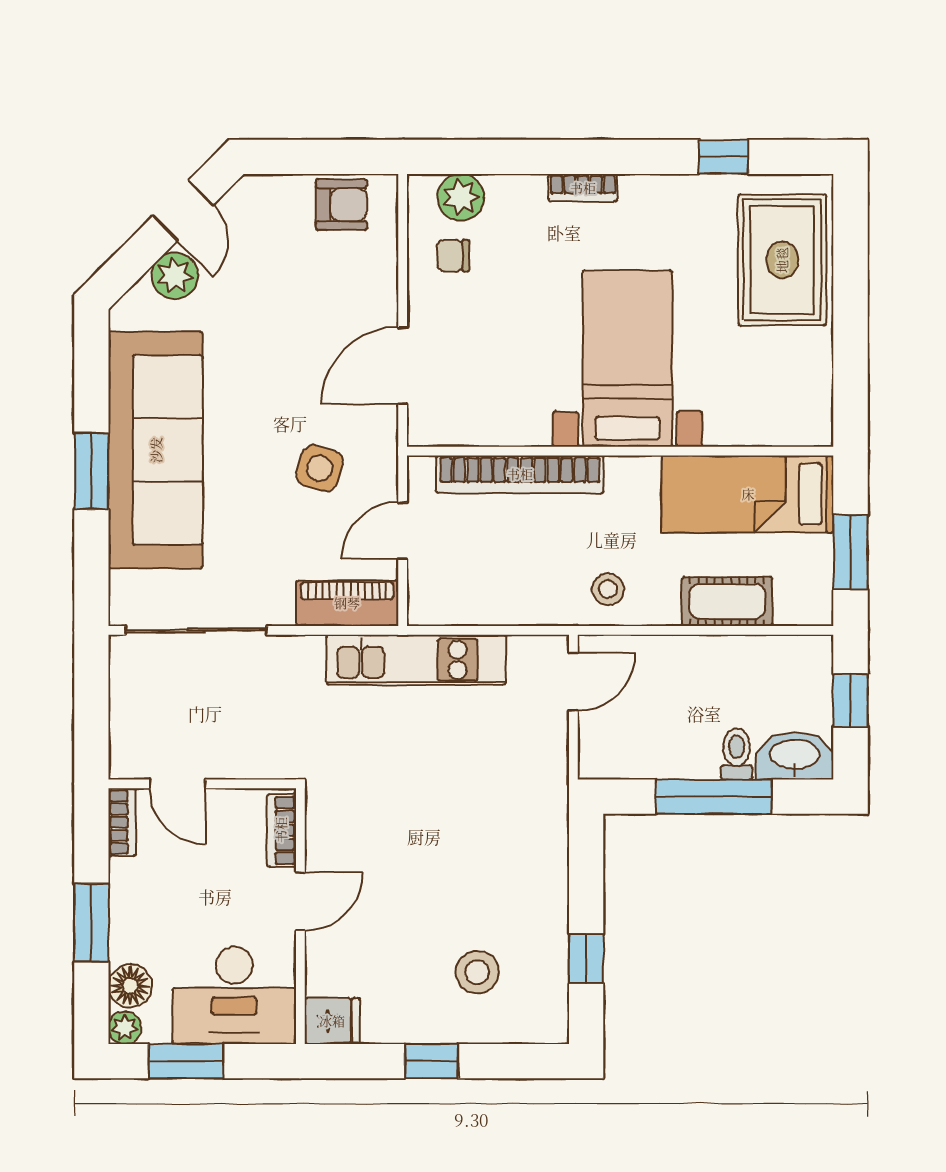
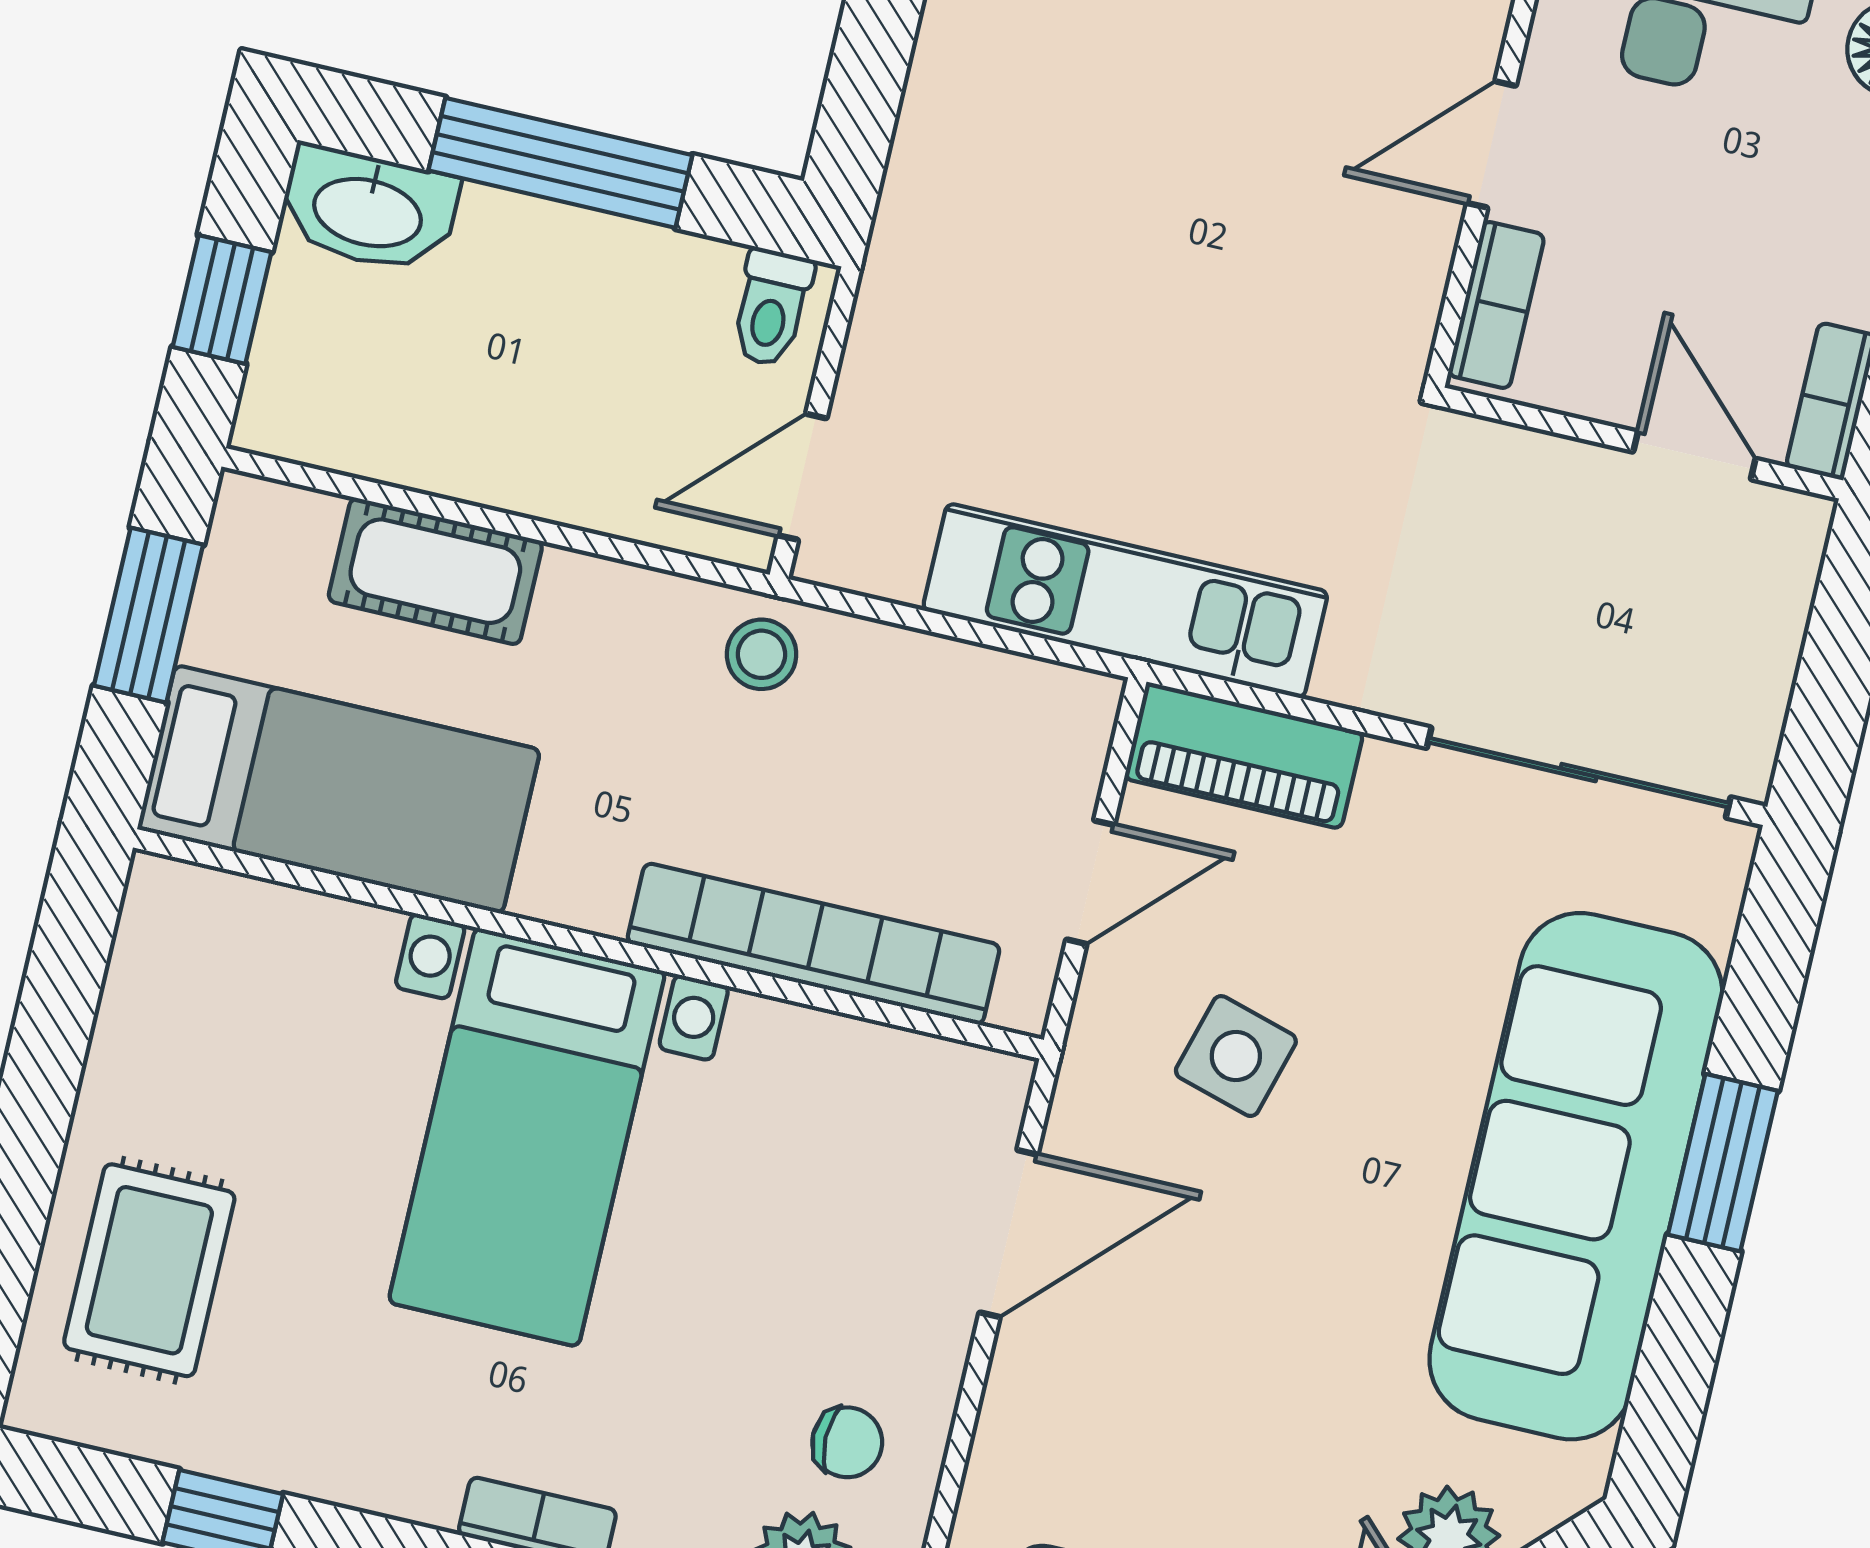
rug: (782, 260) -> (149, 1270), width x0.73, depth x0.70
stool: (608, 589) -> (762, 654), moved
toilet: (737, 754) -> (771, 308), moved

